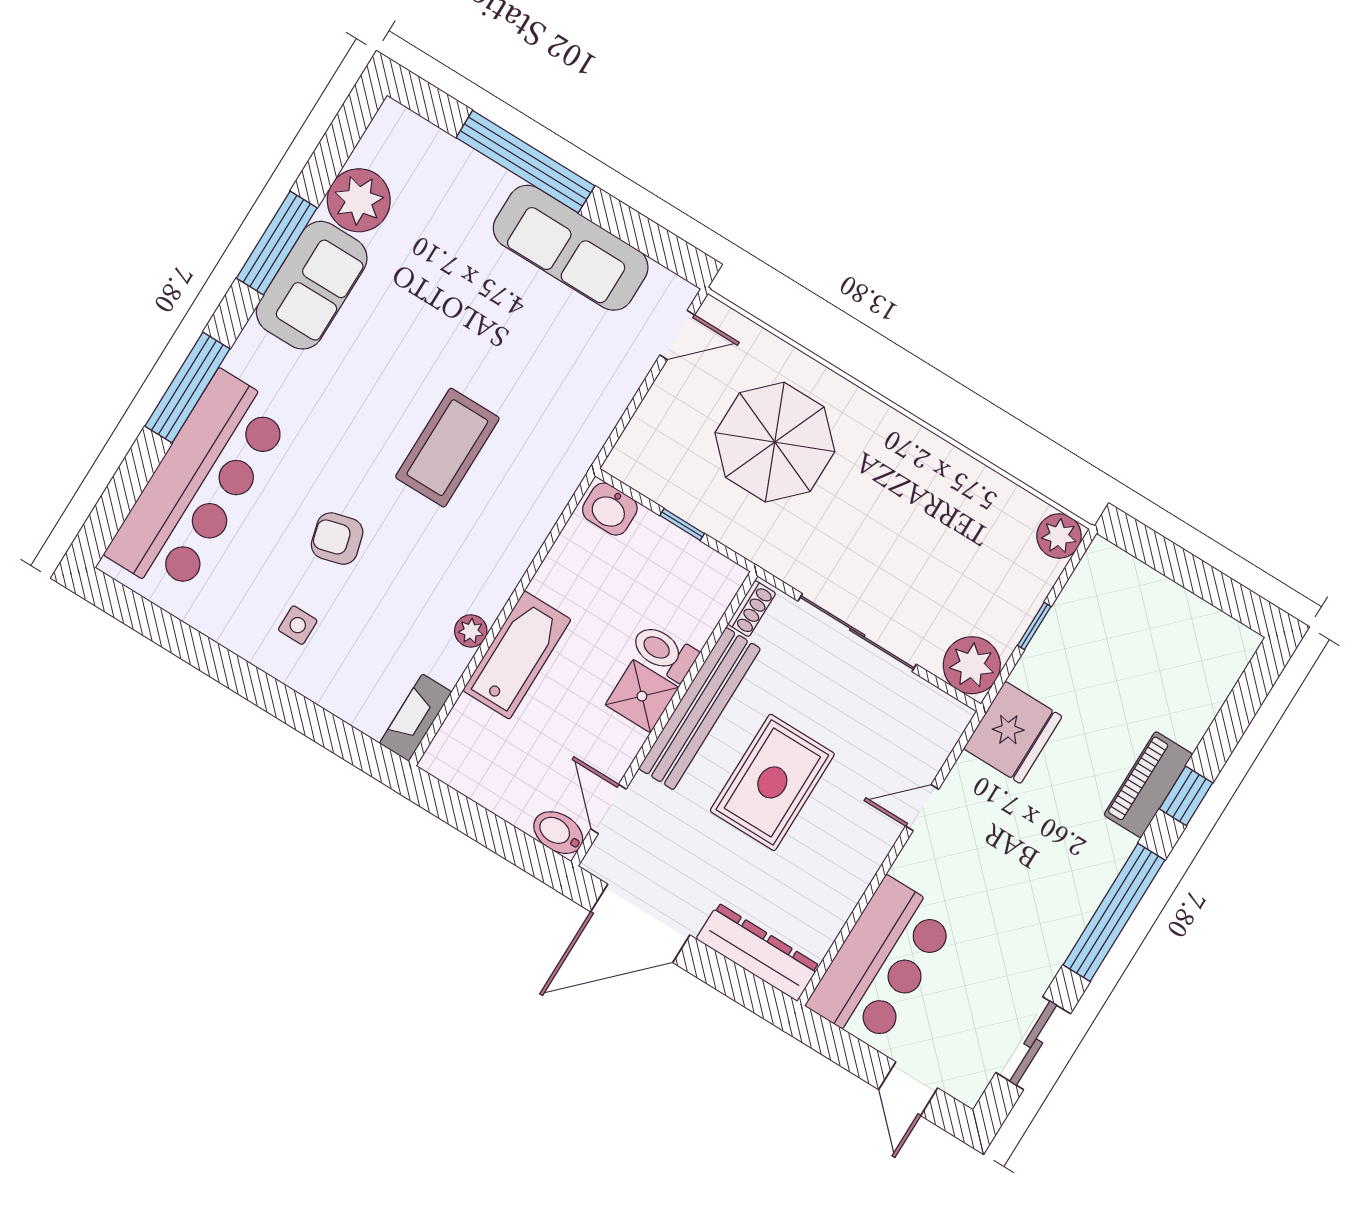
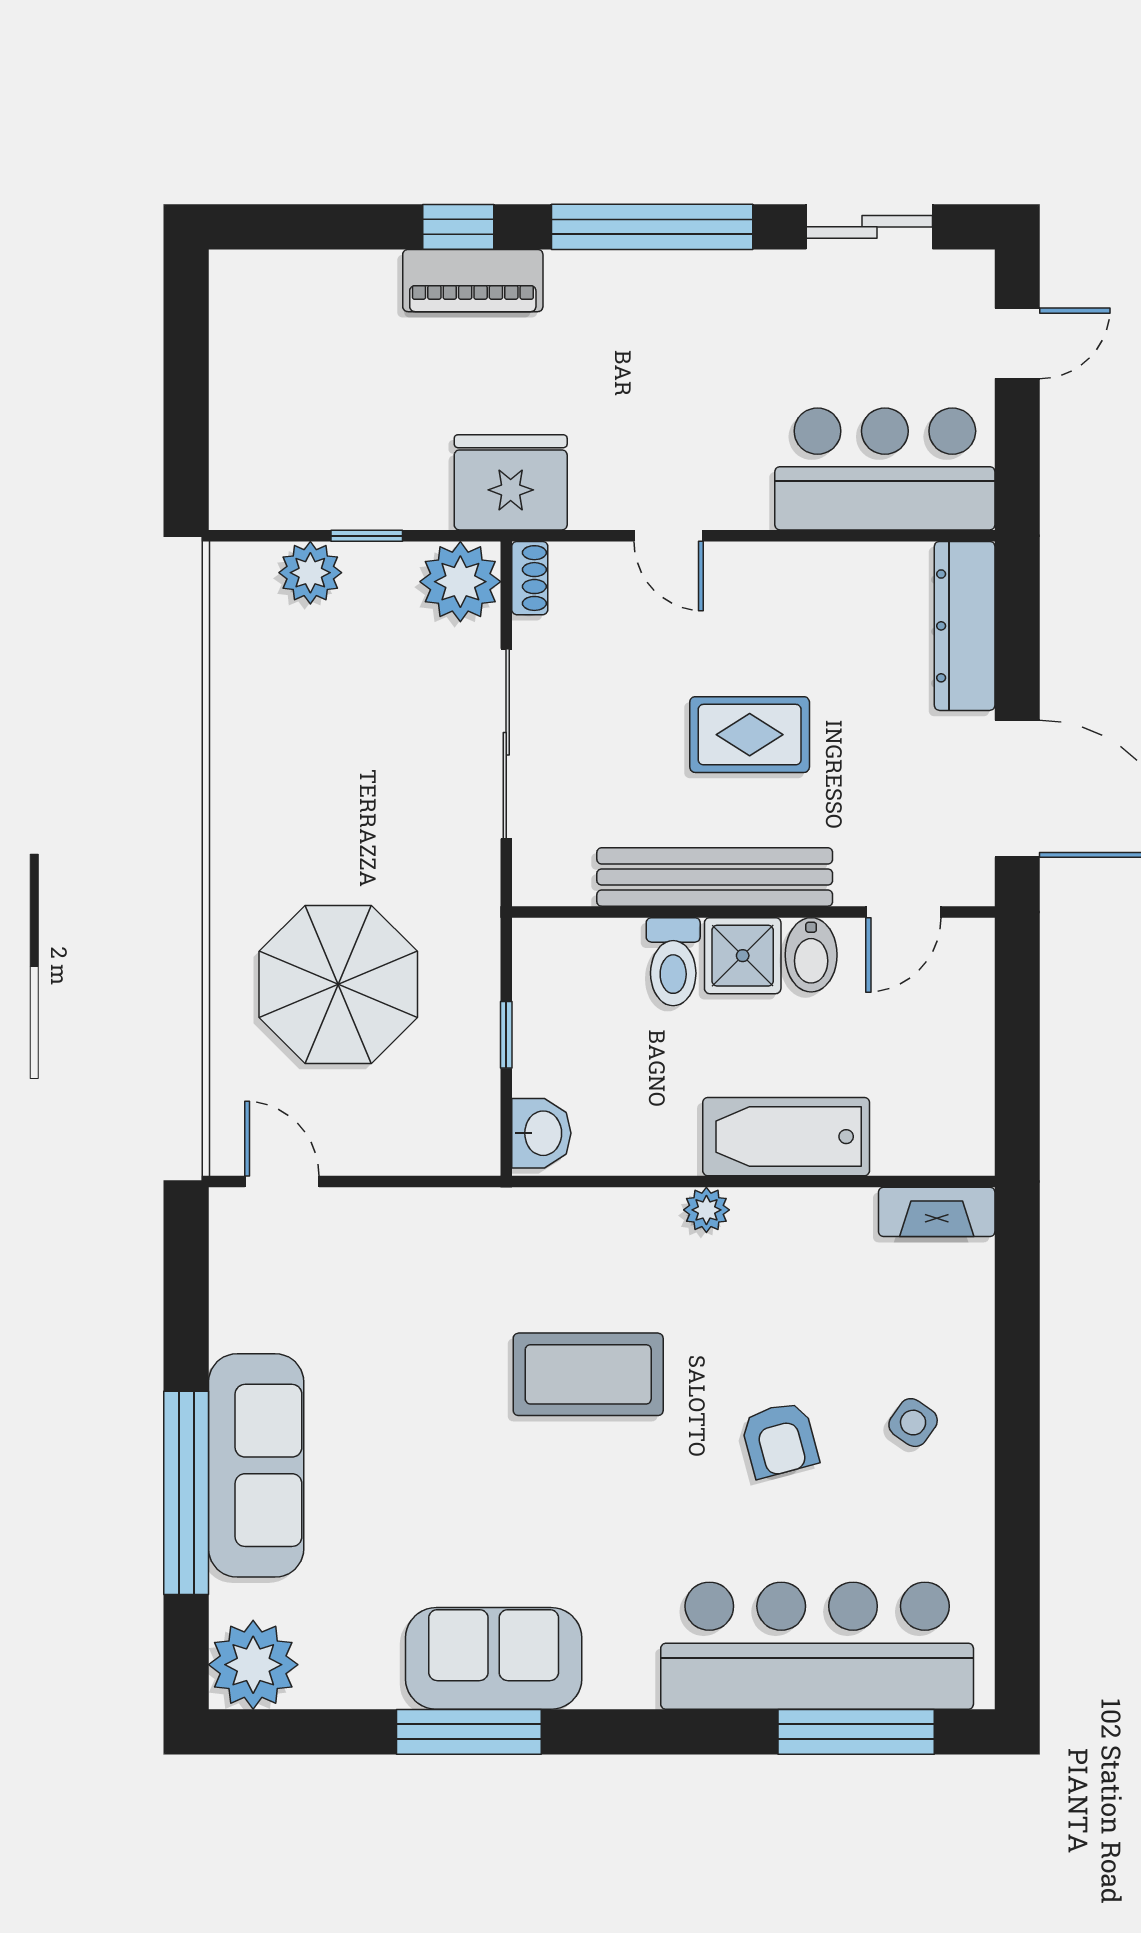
plant: (359, 200) -> (253, 1665), moved
sofa: (571, 248) -> (256, 1465), moved
window: (187, 387) -> (856, 1732), moved
plant: (1059, 536) -> (310, 573), moved
shoe rack: (752, 609) -> (530, 578), moved, turned 90
side table: (298, 625) -> (913, 1423), turned 35
plant: (471, 631) -> (706, 1210), moved
rug: (772, 782) -> (750, 735), width x0.73, depth x0.70
bidet: (558, 833) -> (811, 955), moved

